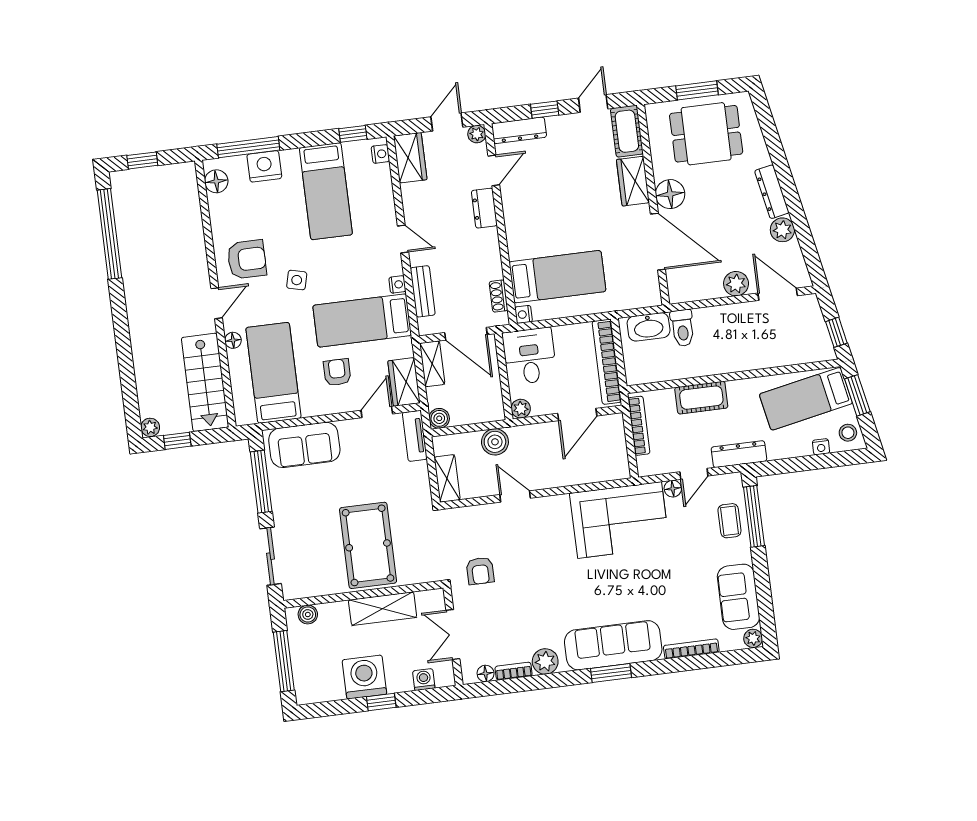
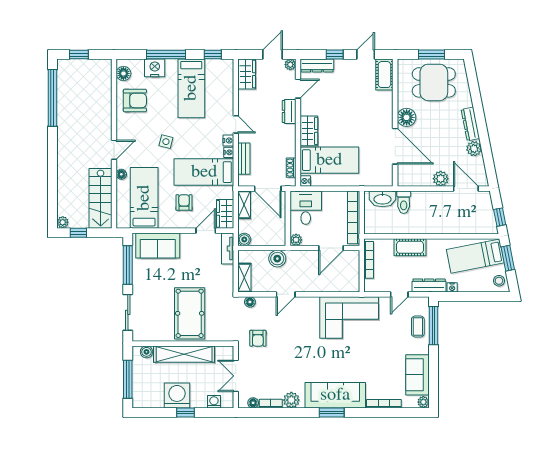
window: (248, 147) -> (166, 55), moved
nightstand: (380, 154) -> (228, 141), moved
wardrobe: (633, 181) -> (309, 131), moved, turned 180
armchair: (247, 259) -> (135, 100), moved
nightstand: (821, 447) -> (452, 287), moved
floor lamp: (673, 489) -> (250, 302), moved
door: (515, 496) -> (286, 294), swing flipped
shelving: (383, 609) -> (184, 354), width x1.47

